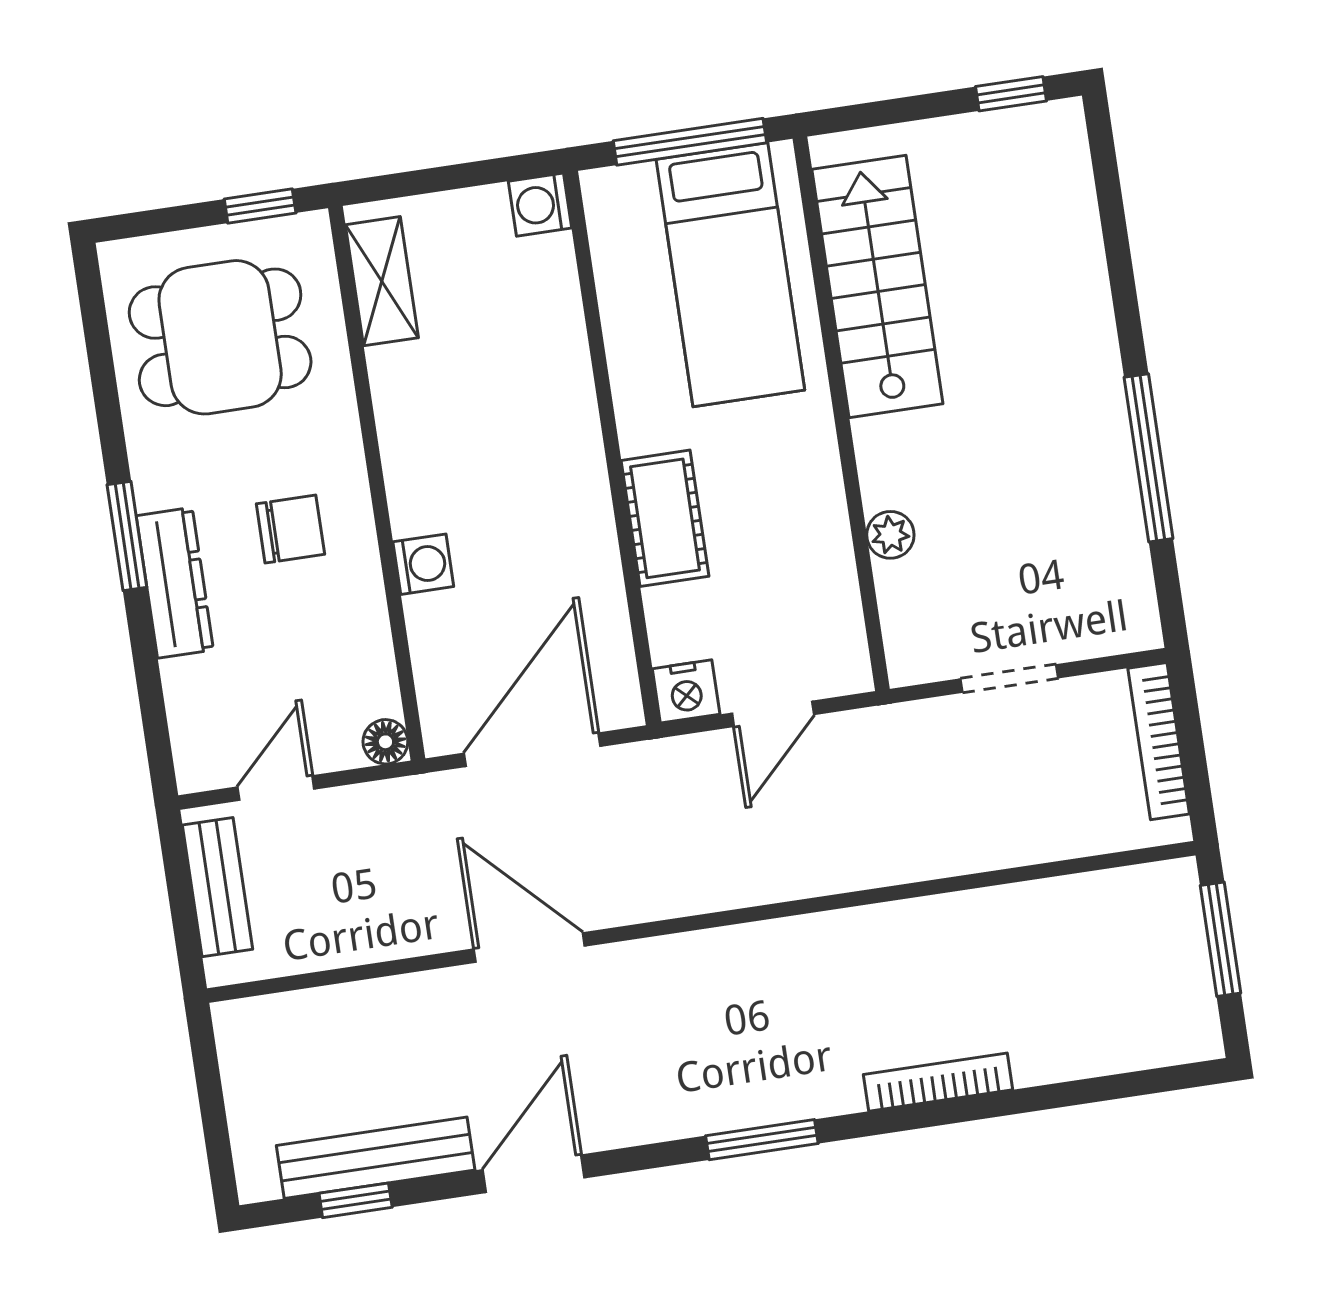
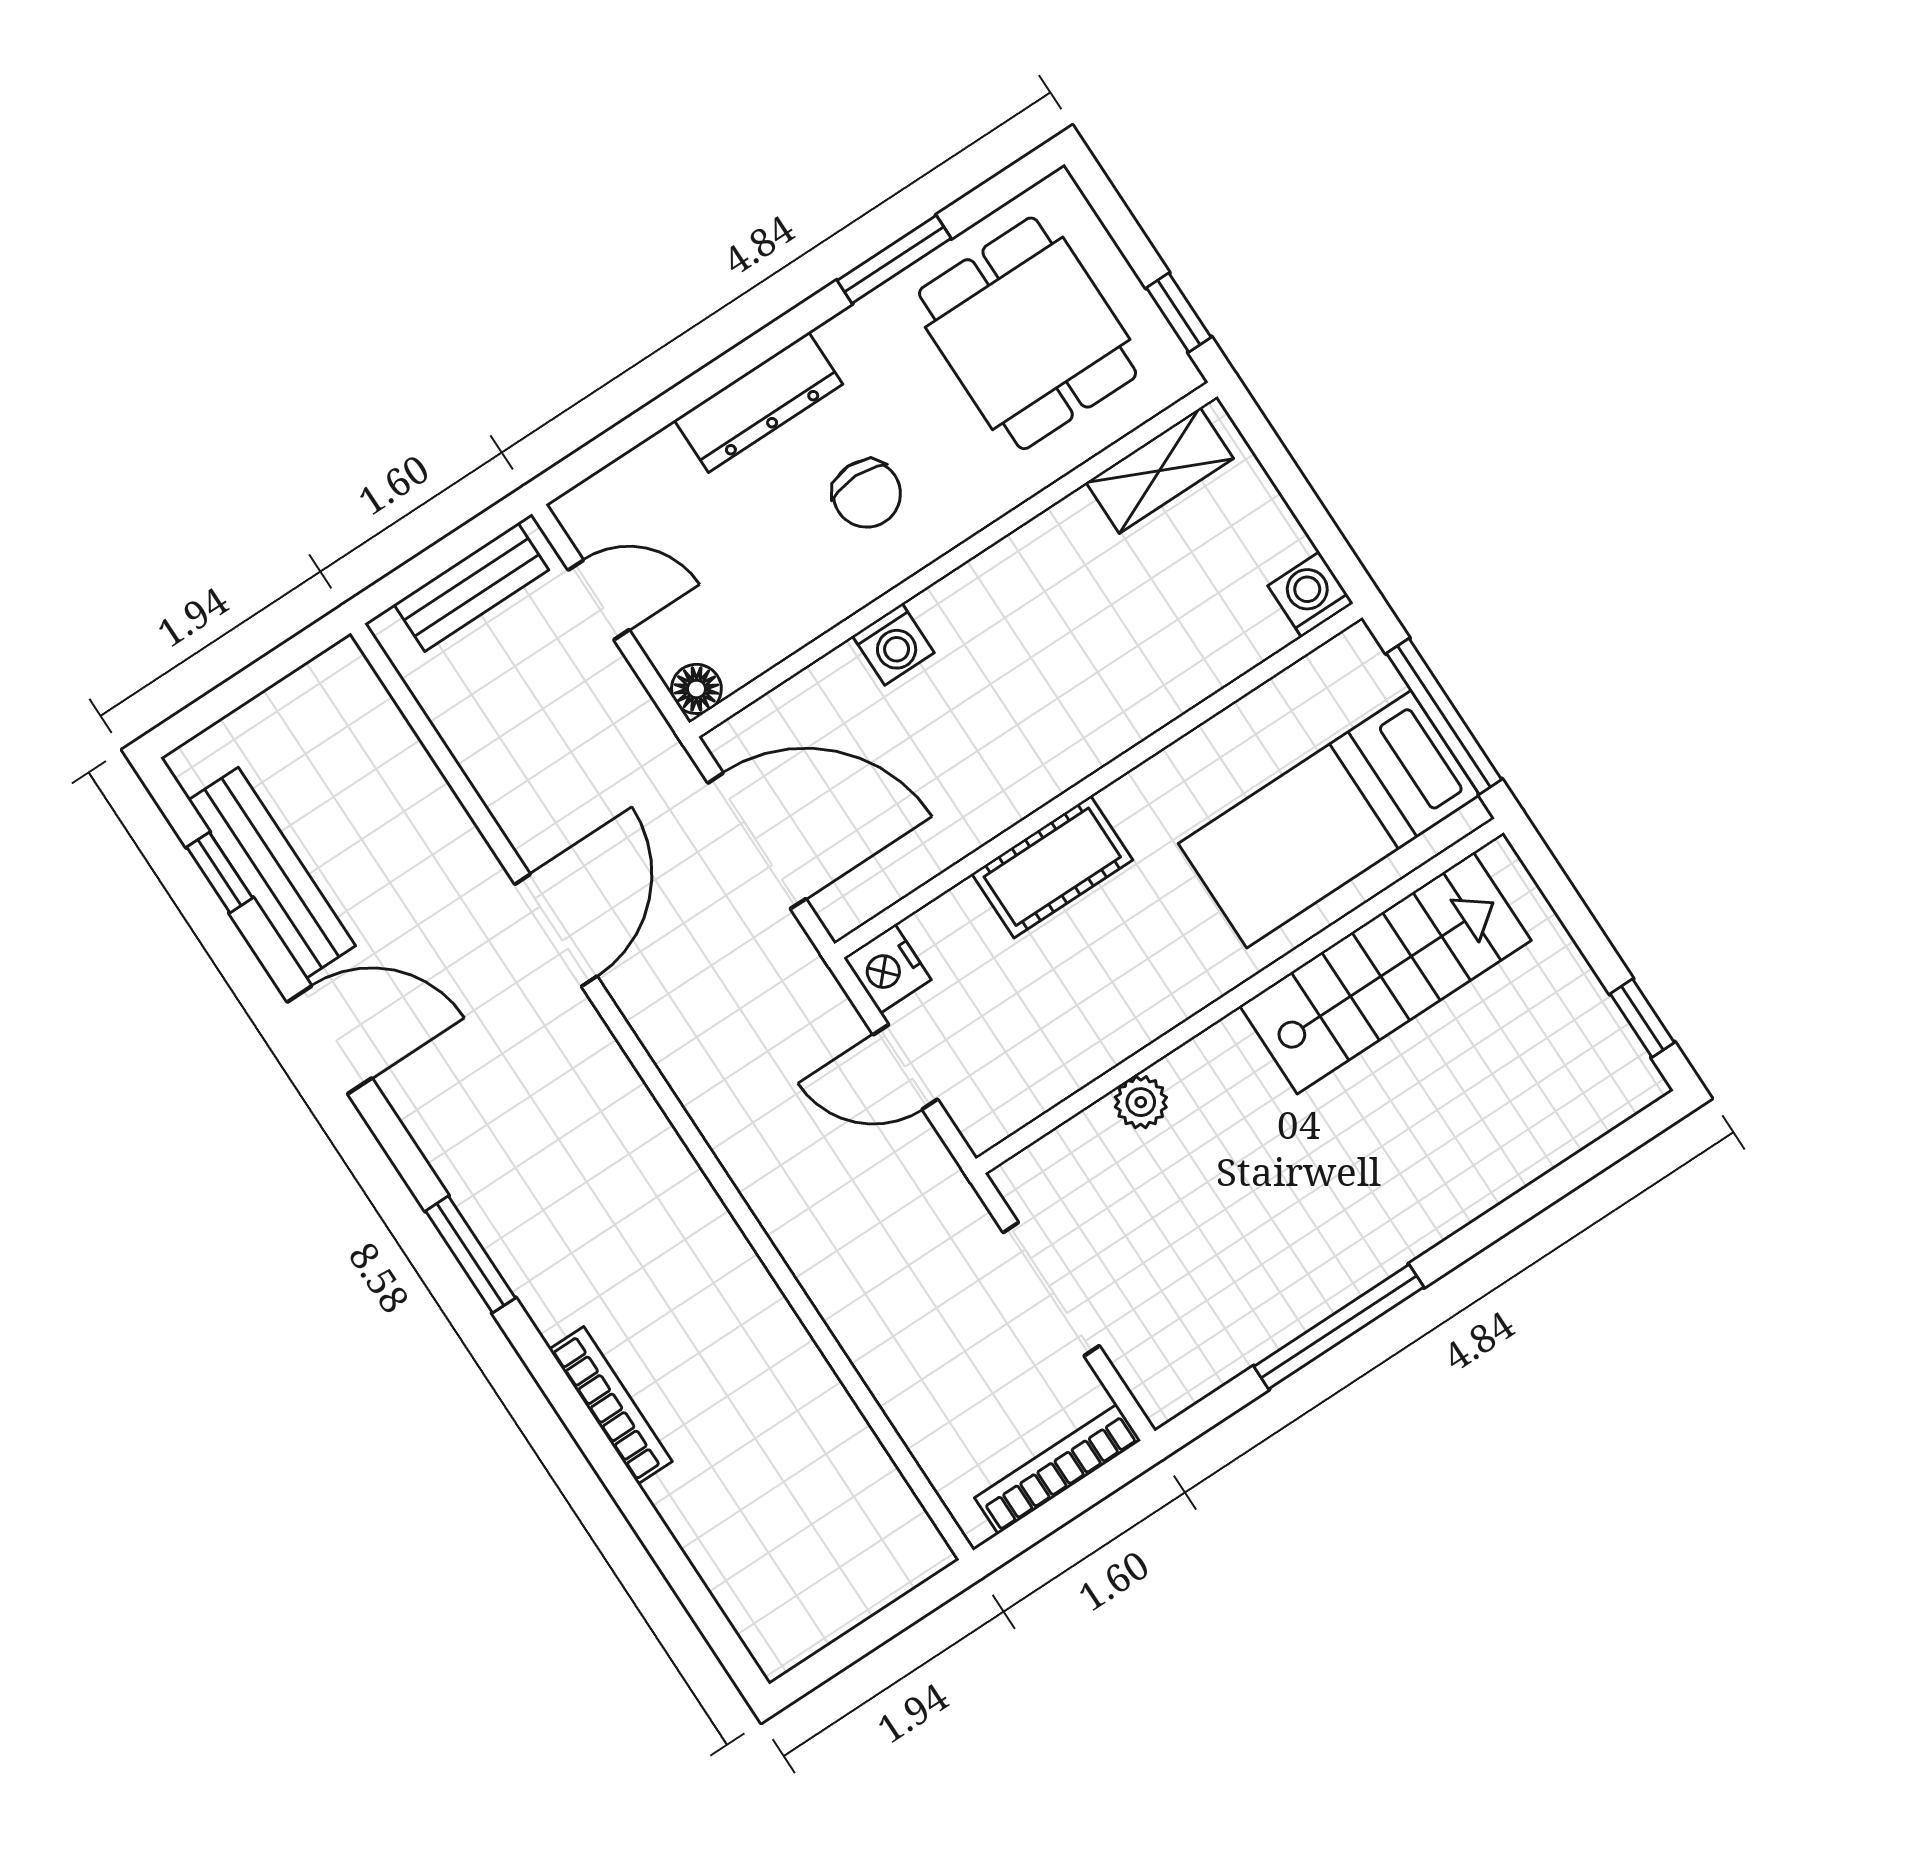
window: (127, 536) -> (894, 259), moved
doorway: (1009, 678) -> (1051, 1289), width x1.38
window: (1220, 939) -> (887, 1624), removed

